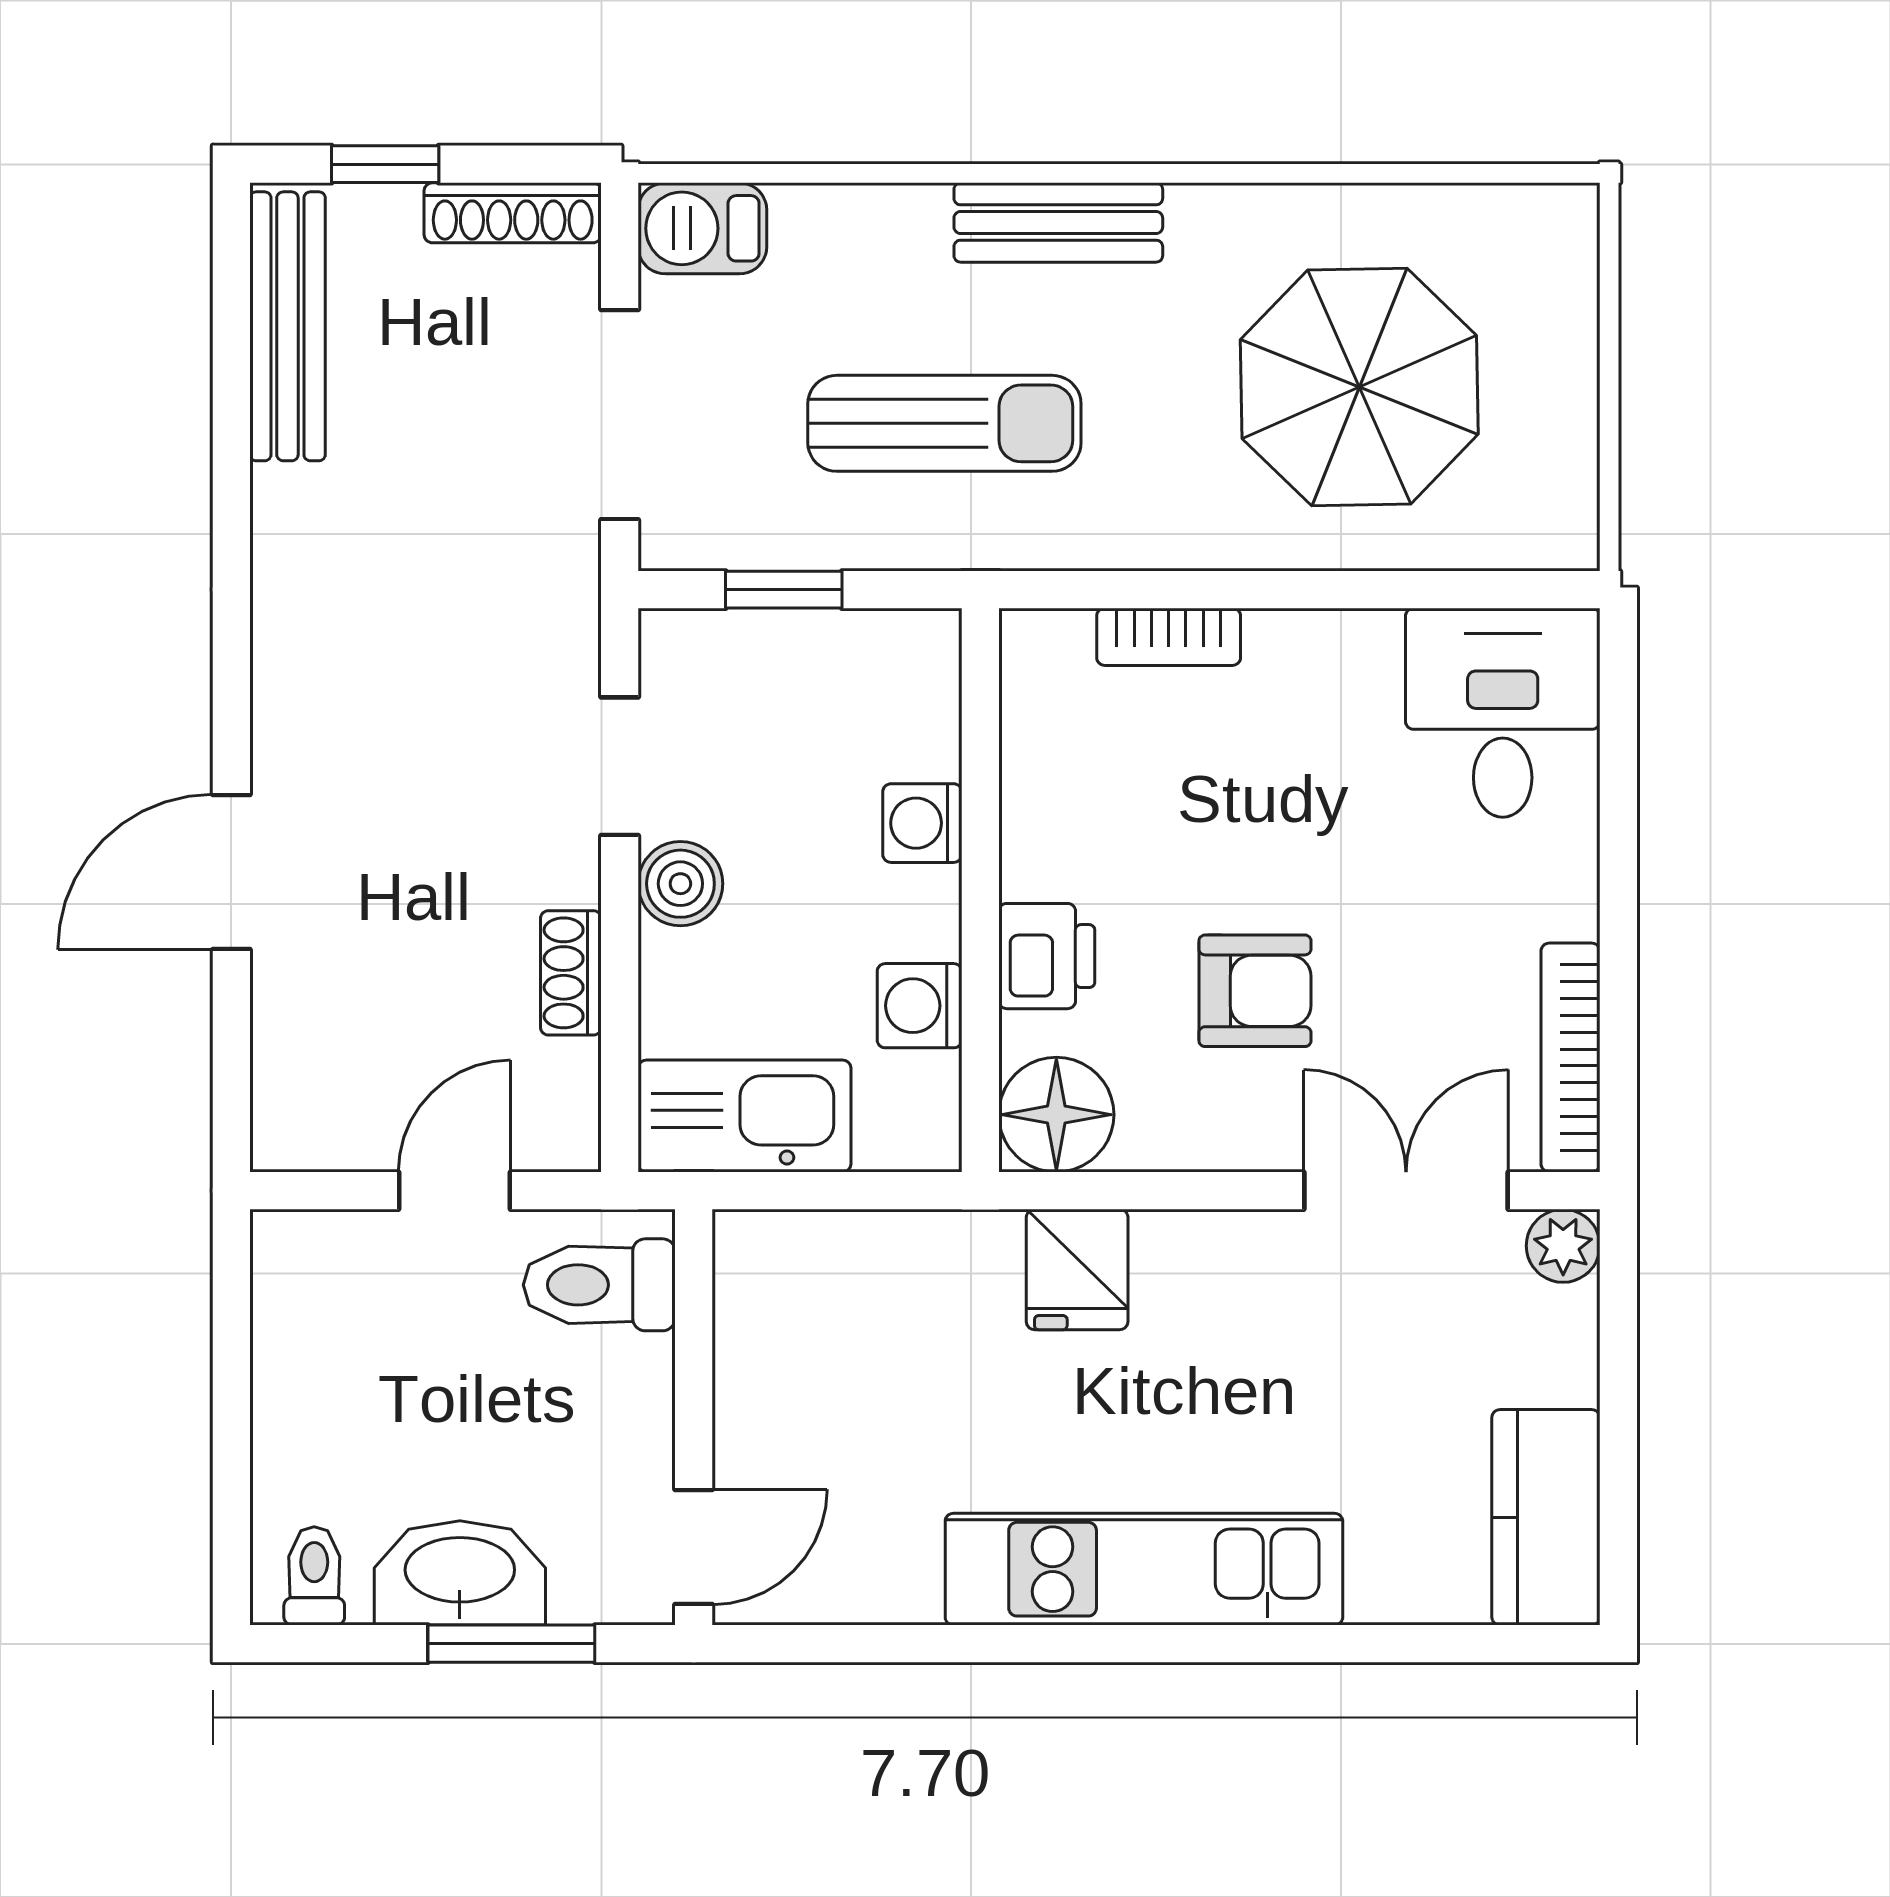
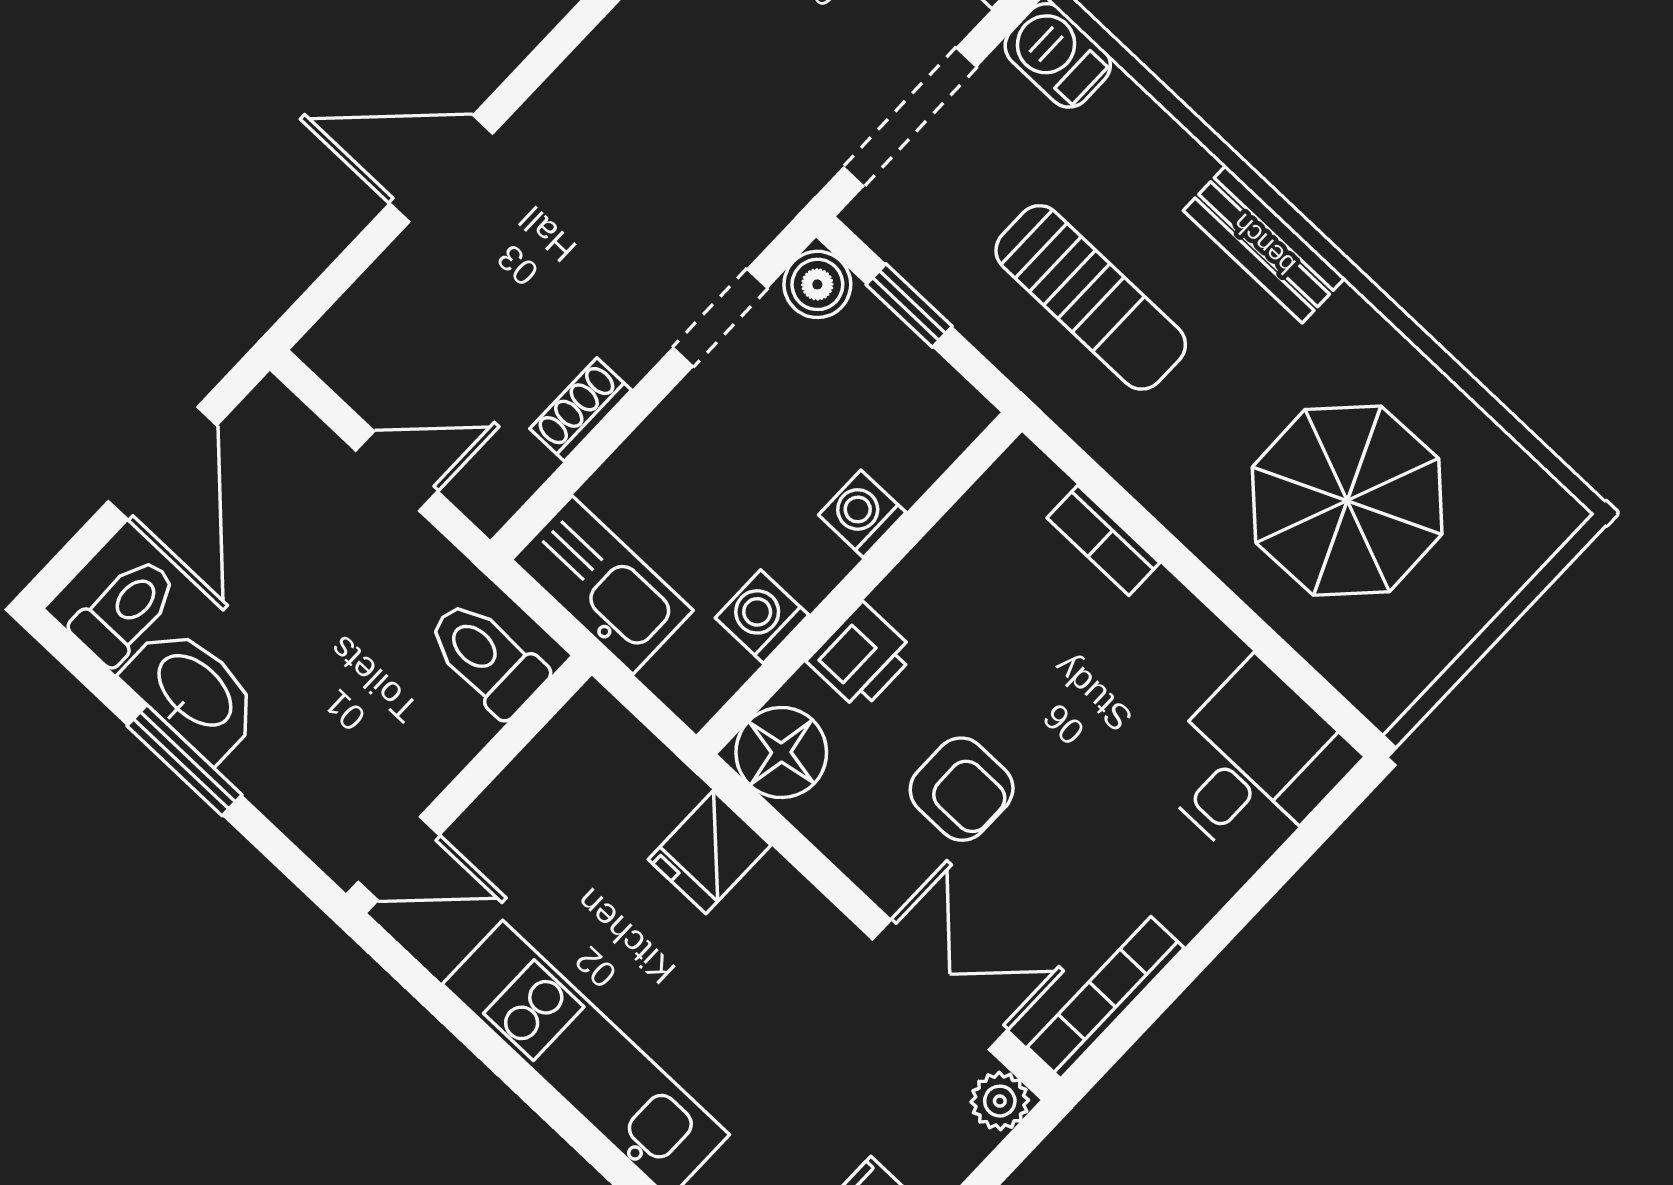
boiler: (680, 884) -> (817, 284), moved
toilet: (599, 1285) -> (486, 658), moved
door: (231, 1388) -> (163, 463), added
wall: (694, 1417) -> (469, 784), moved
door: (694, 1547) -> (399, 858), moved
toilet: (314, 1576) -> (125, 610), width x1.37, depth x1.39

